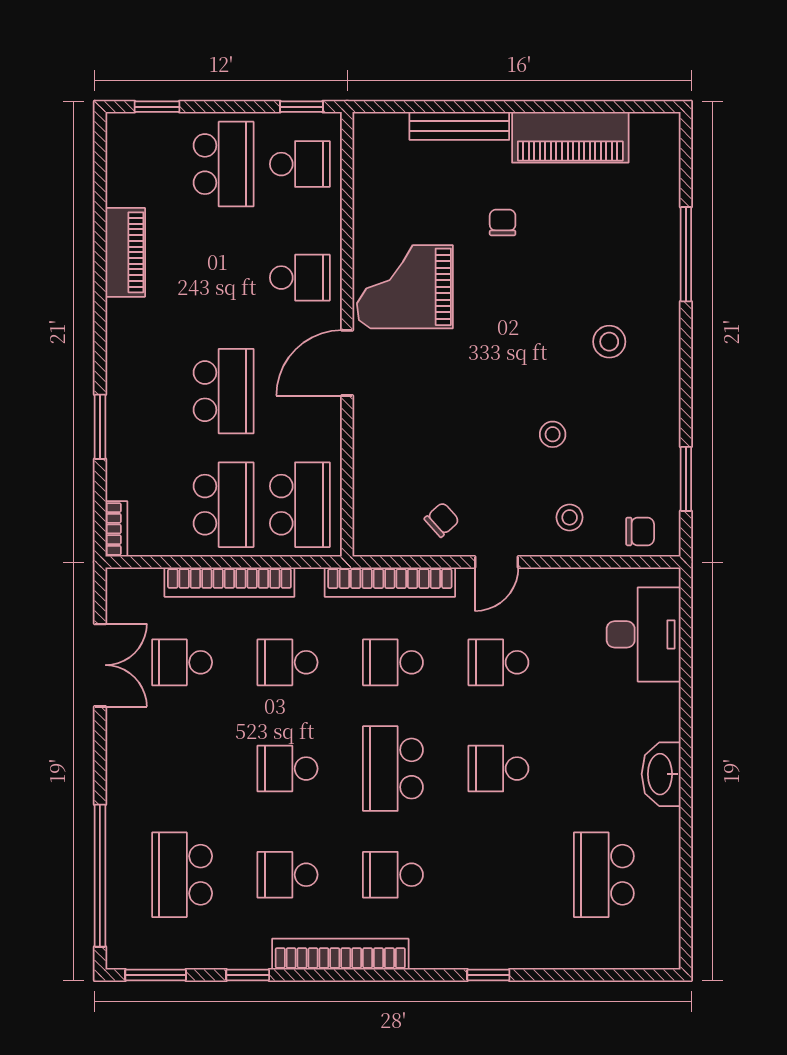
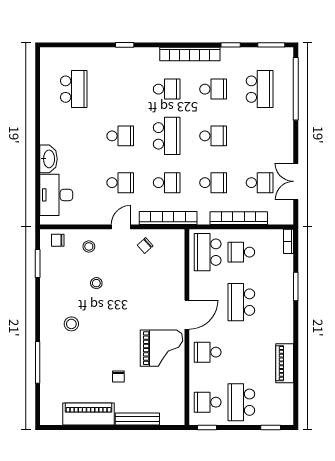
school desk: (224, 505) -> (241, 252), width x0.54
washbasin: (661, 774) -> (49, 159), moved

